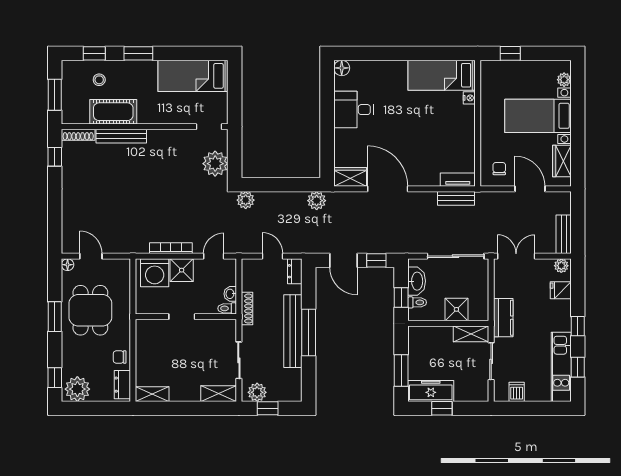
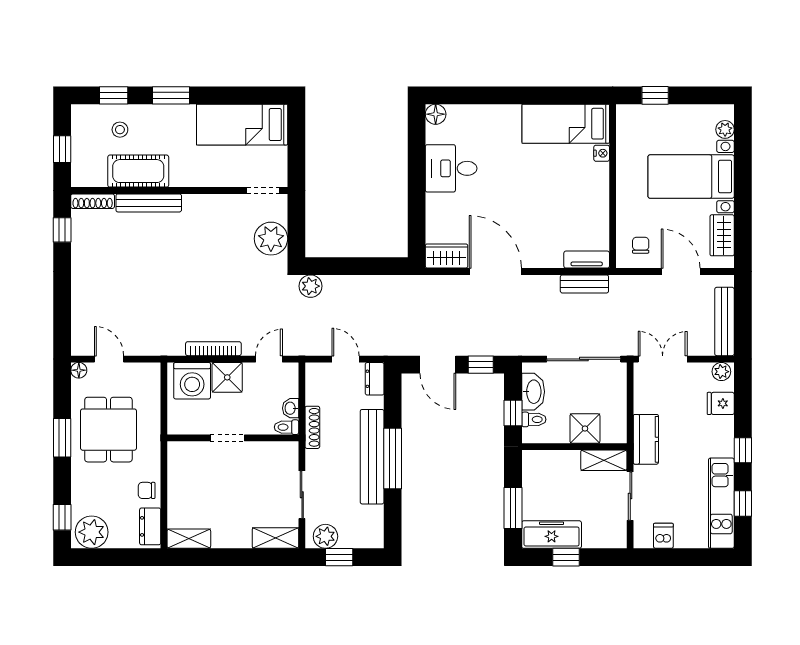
window: (55, 95) -> (62, 149), width x0.67
plant: (317, 201) -> (403, 287), removed
bench: (564, 234) -> (724, 321), width x1.36

